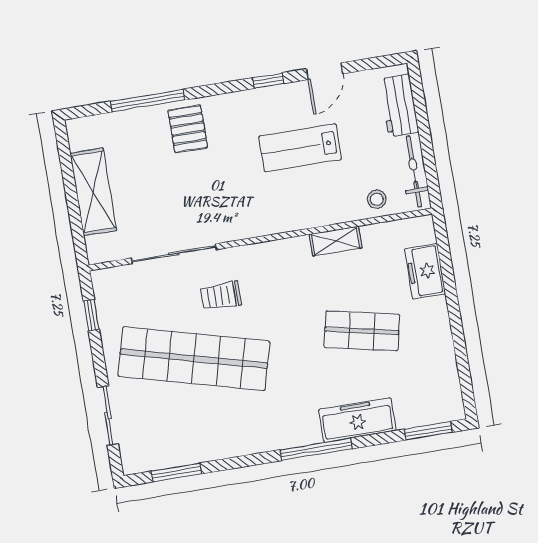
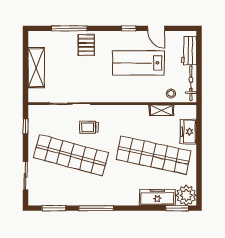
door: (324, 71) -> (156, 28), hinge flipped
lab bench: (300, 148) -> (138, 63), width x1.36, depth x1.39
shelving: (336, 241) -> (161, 110), moved
shop shelf: (362, 331) -> (153, 155), width x2.00, depth x1.36
plant: (442, 402) -> (186, 195), added
freezer: (357, 420) -> (157, 197), moved
window: (316, 449) -> (96, 208), moved

